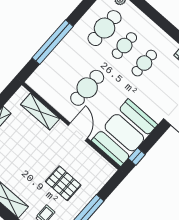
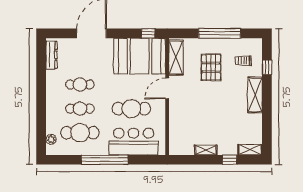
window: (53, 42) -> (105, 160), moved
bar counter: (58, 66) -> (134, 142), added
shelving: (40, 112) -> (176, 58), moved

